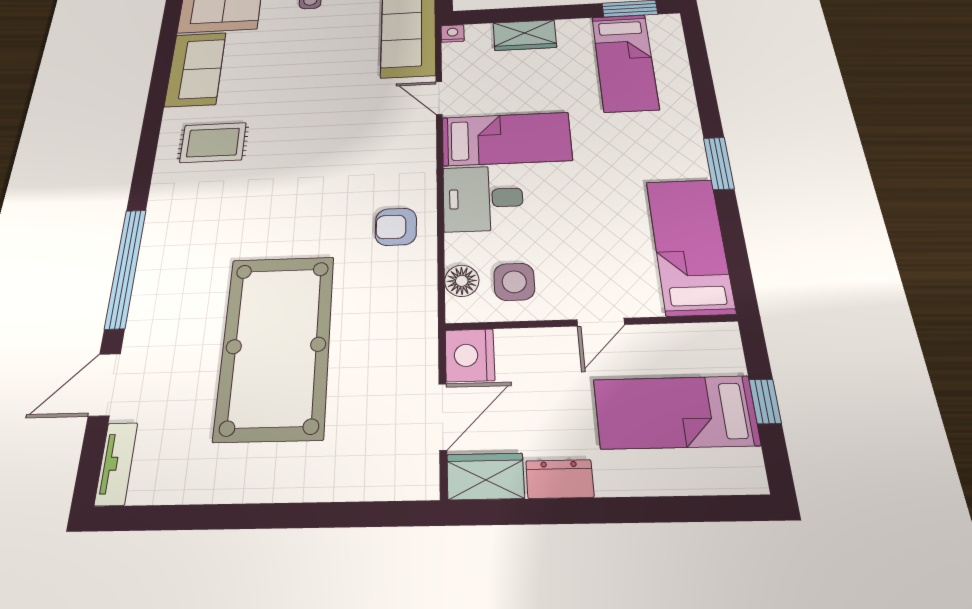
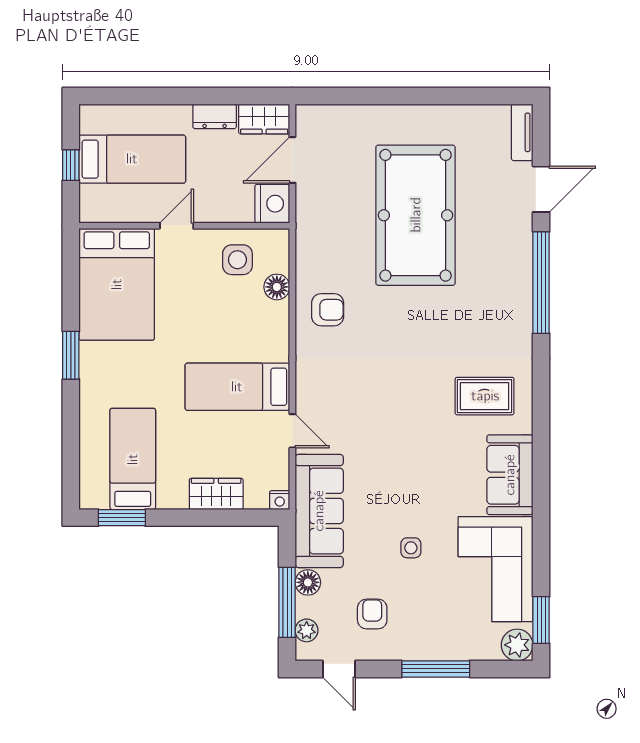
desk: (483, 198) -> (259, 332), removed
bed: (690, 246) -> (117, 284), width x1.50
floor lamp: (462, 281) -> (277, 287), moved

